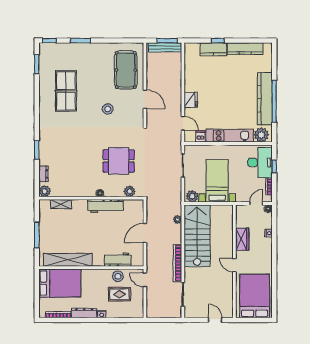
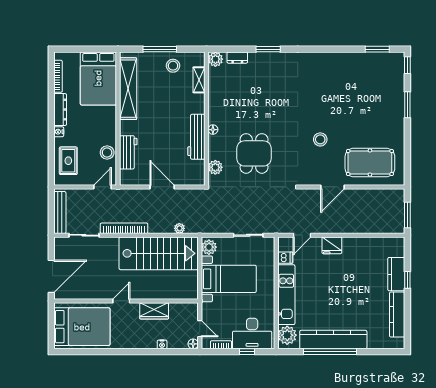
bench: (165, 47) -> (60, 212), moved
table tennis table: (66, 91) -> (343, 86), removed
stool: (50, 225) -> (173, 66), added
rug: (119, 294) -> (68, 161), moved
door: (215, 320) -> (51, 276), width x1.88

